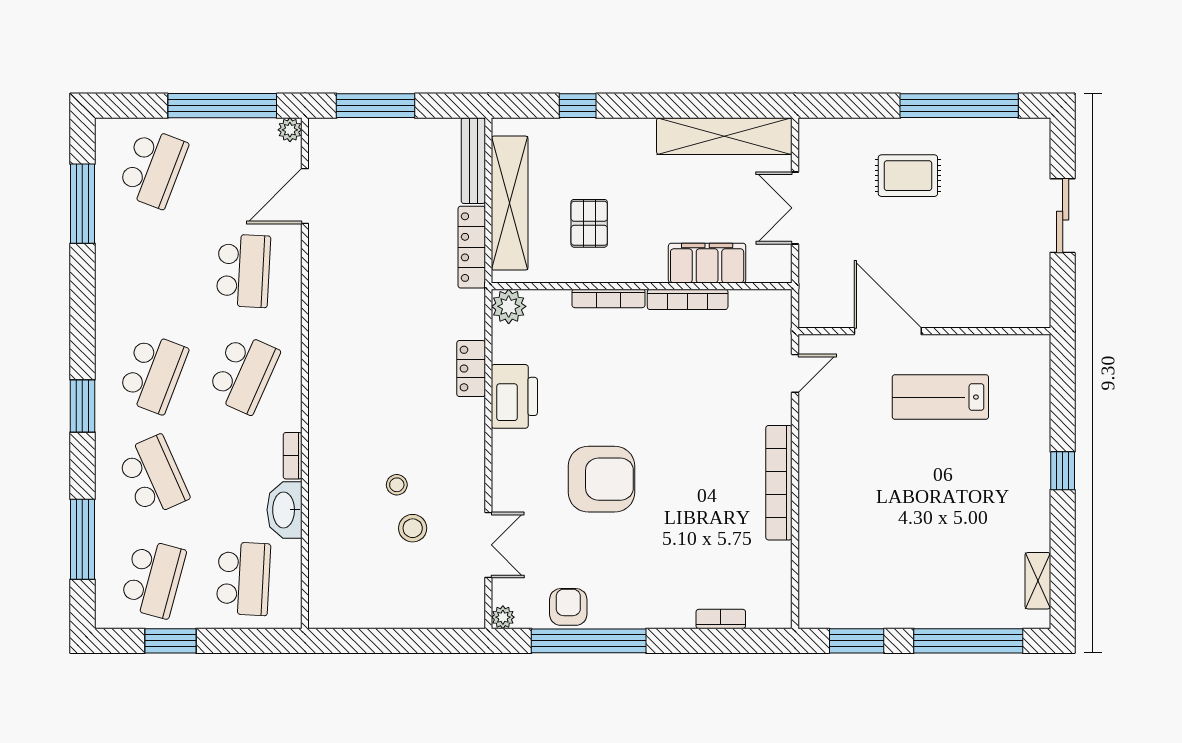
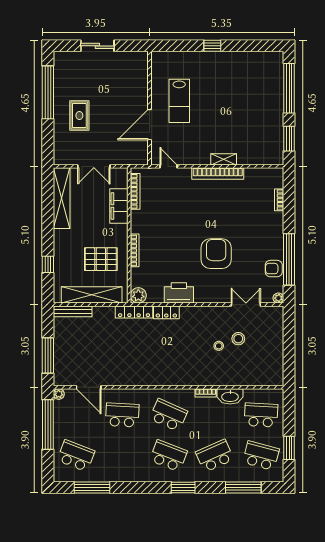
pallet: (589, 223) -> (101, 259), width x1.50, depth x1.42
locker: (472, 247) -> (134, 312), moved
bookcase: (688, 299) -> (135, 191), moved
shelving: (1038, 581) -> (224, 159), moved

